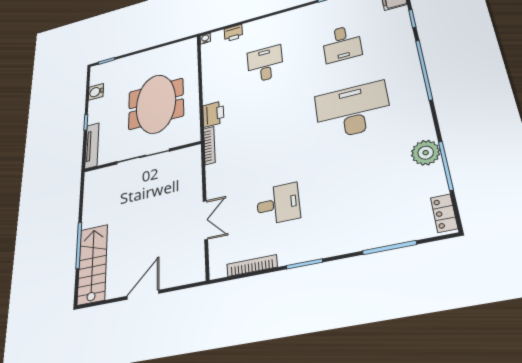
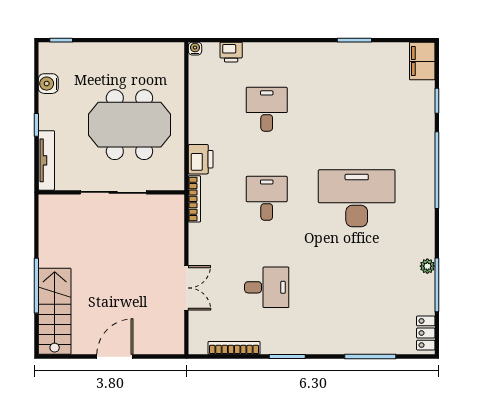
desk: (342, 44) -> (267, 198), moved, turned 180
meeting table: (156, 104) -> (129, 125), turned 90
plant: (426, 153) -> (427, 266), width x0.53, depth x0.53

